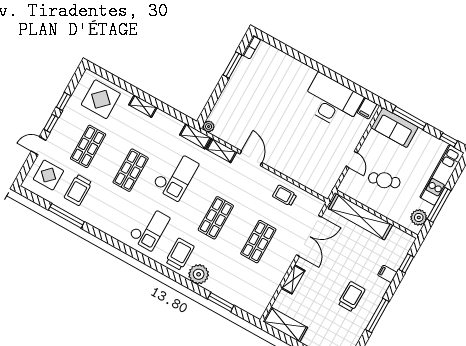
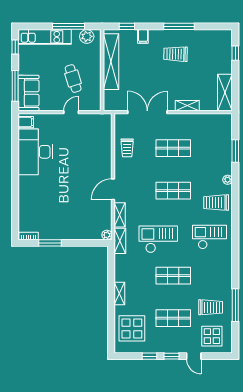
shelving: (361, 217) -> (111, 62), moved
plant: (199, 274) -> (228, 180), width x0.53, depth x0.53

